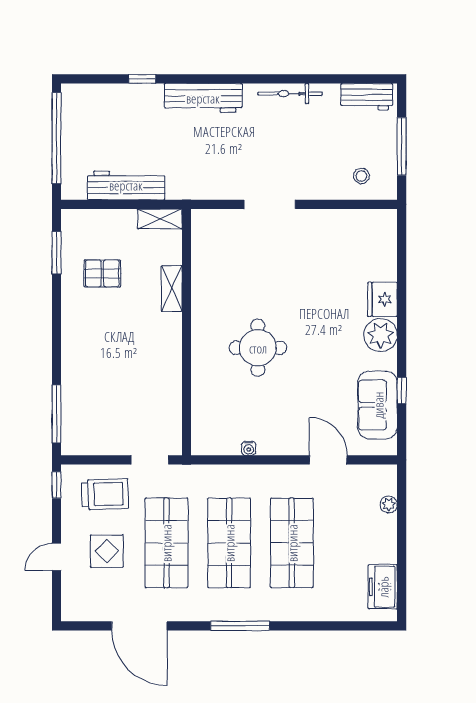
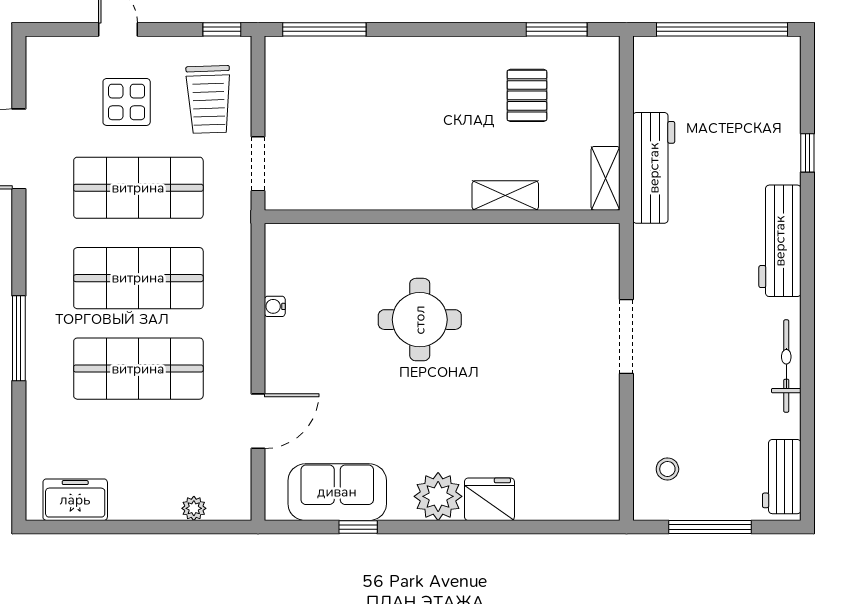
workbench: (126, 185) -> (654, 168), moved
window: (240, 626) -> (19, 338), moved

